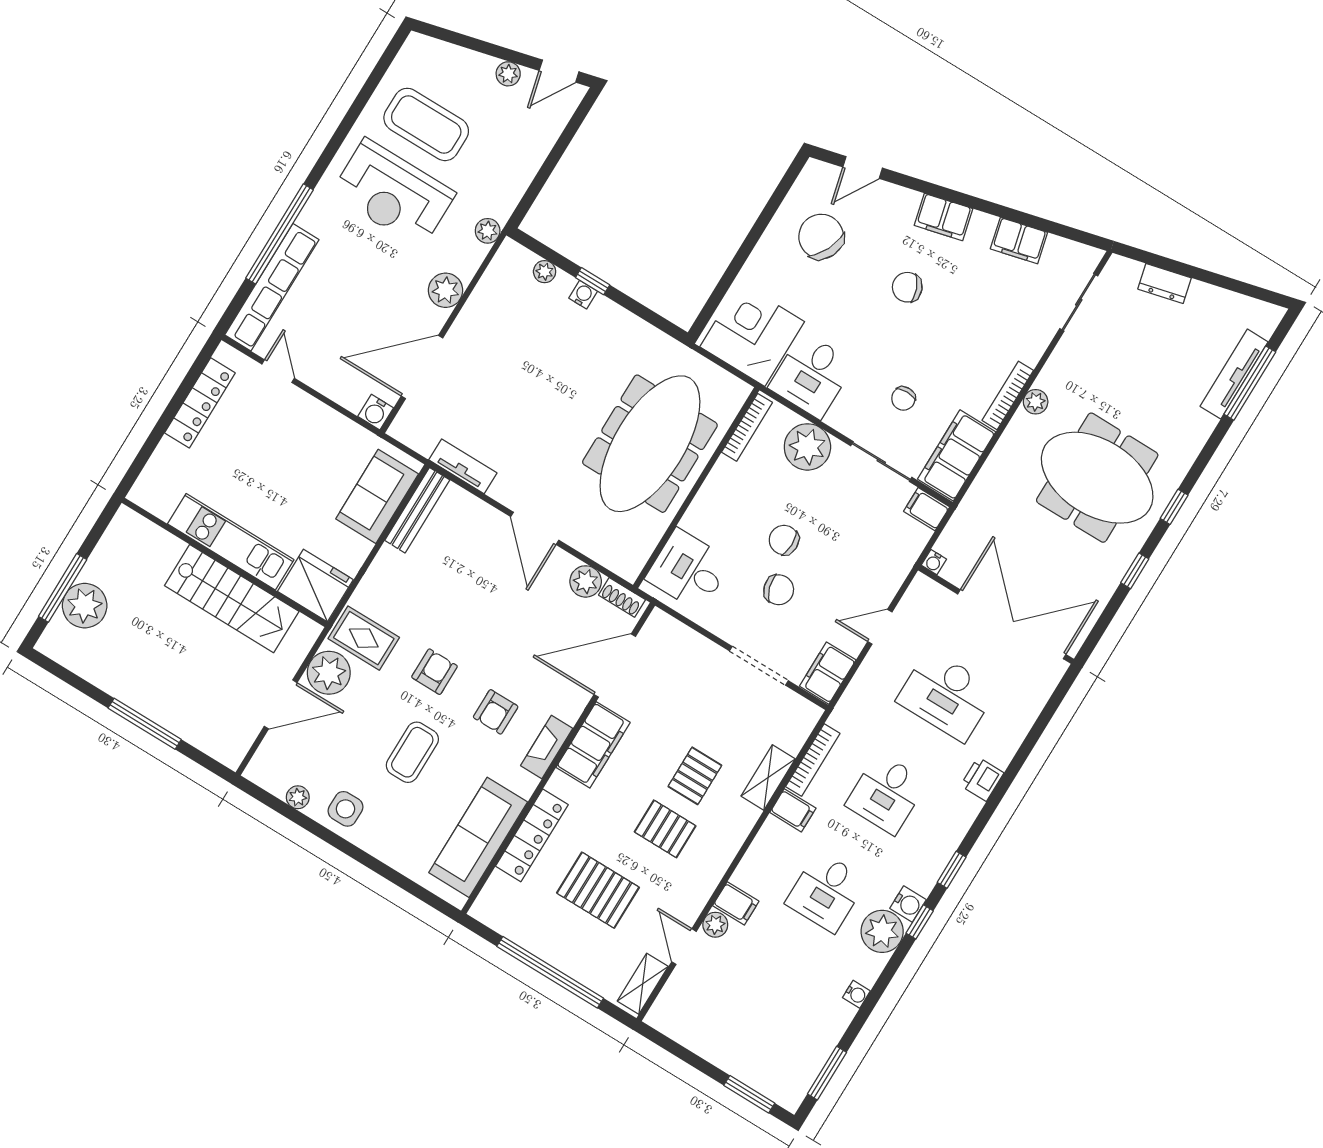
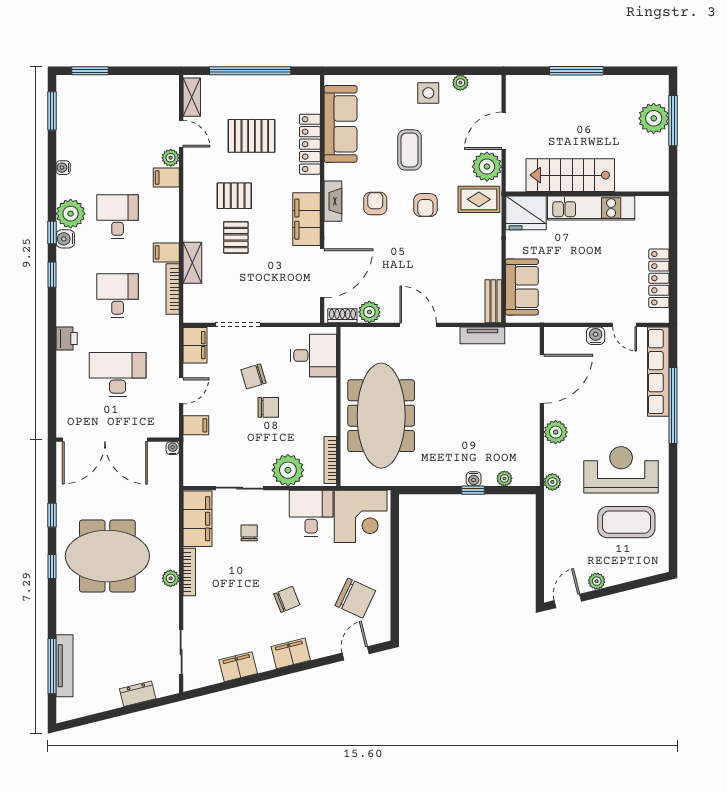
water cooler: (376, 412) -> (596, 336), moved
filing cabinet: (927, 509) -> (196, 425), moved
bench: (417, 510) -> (493, 301), width x0.73

